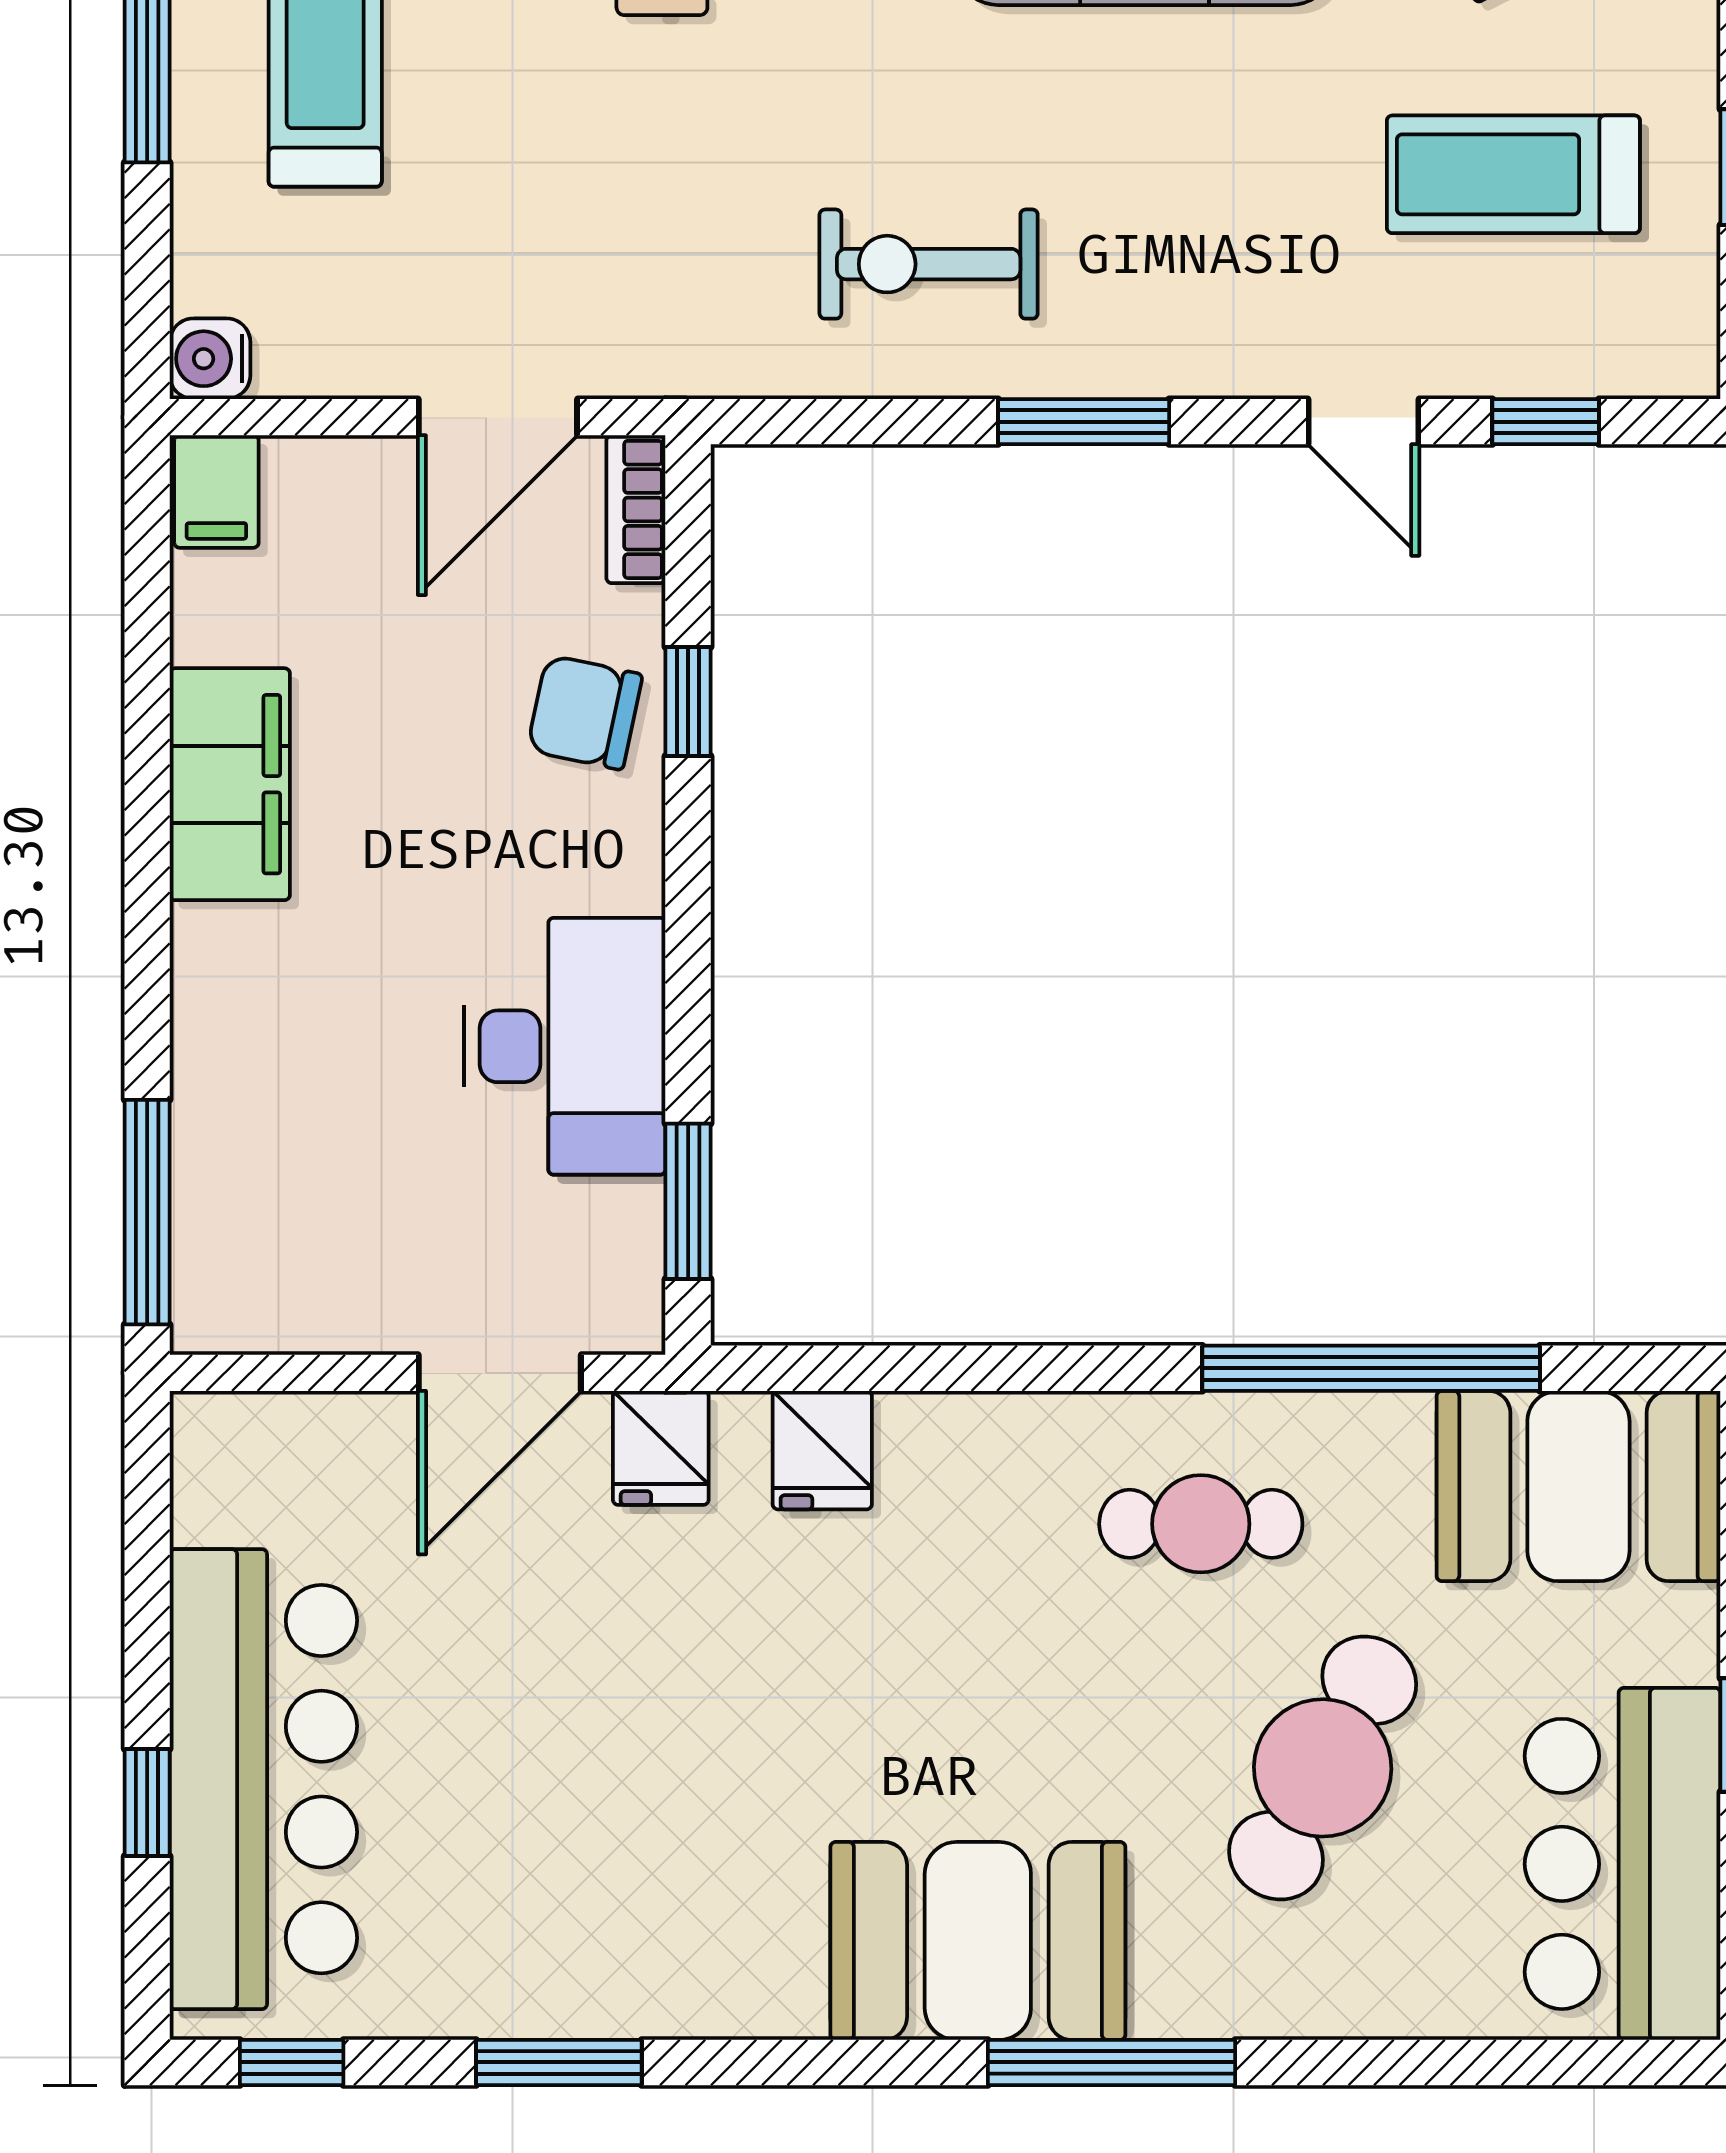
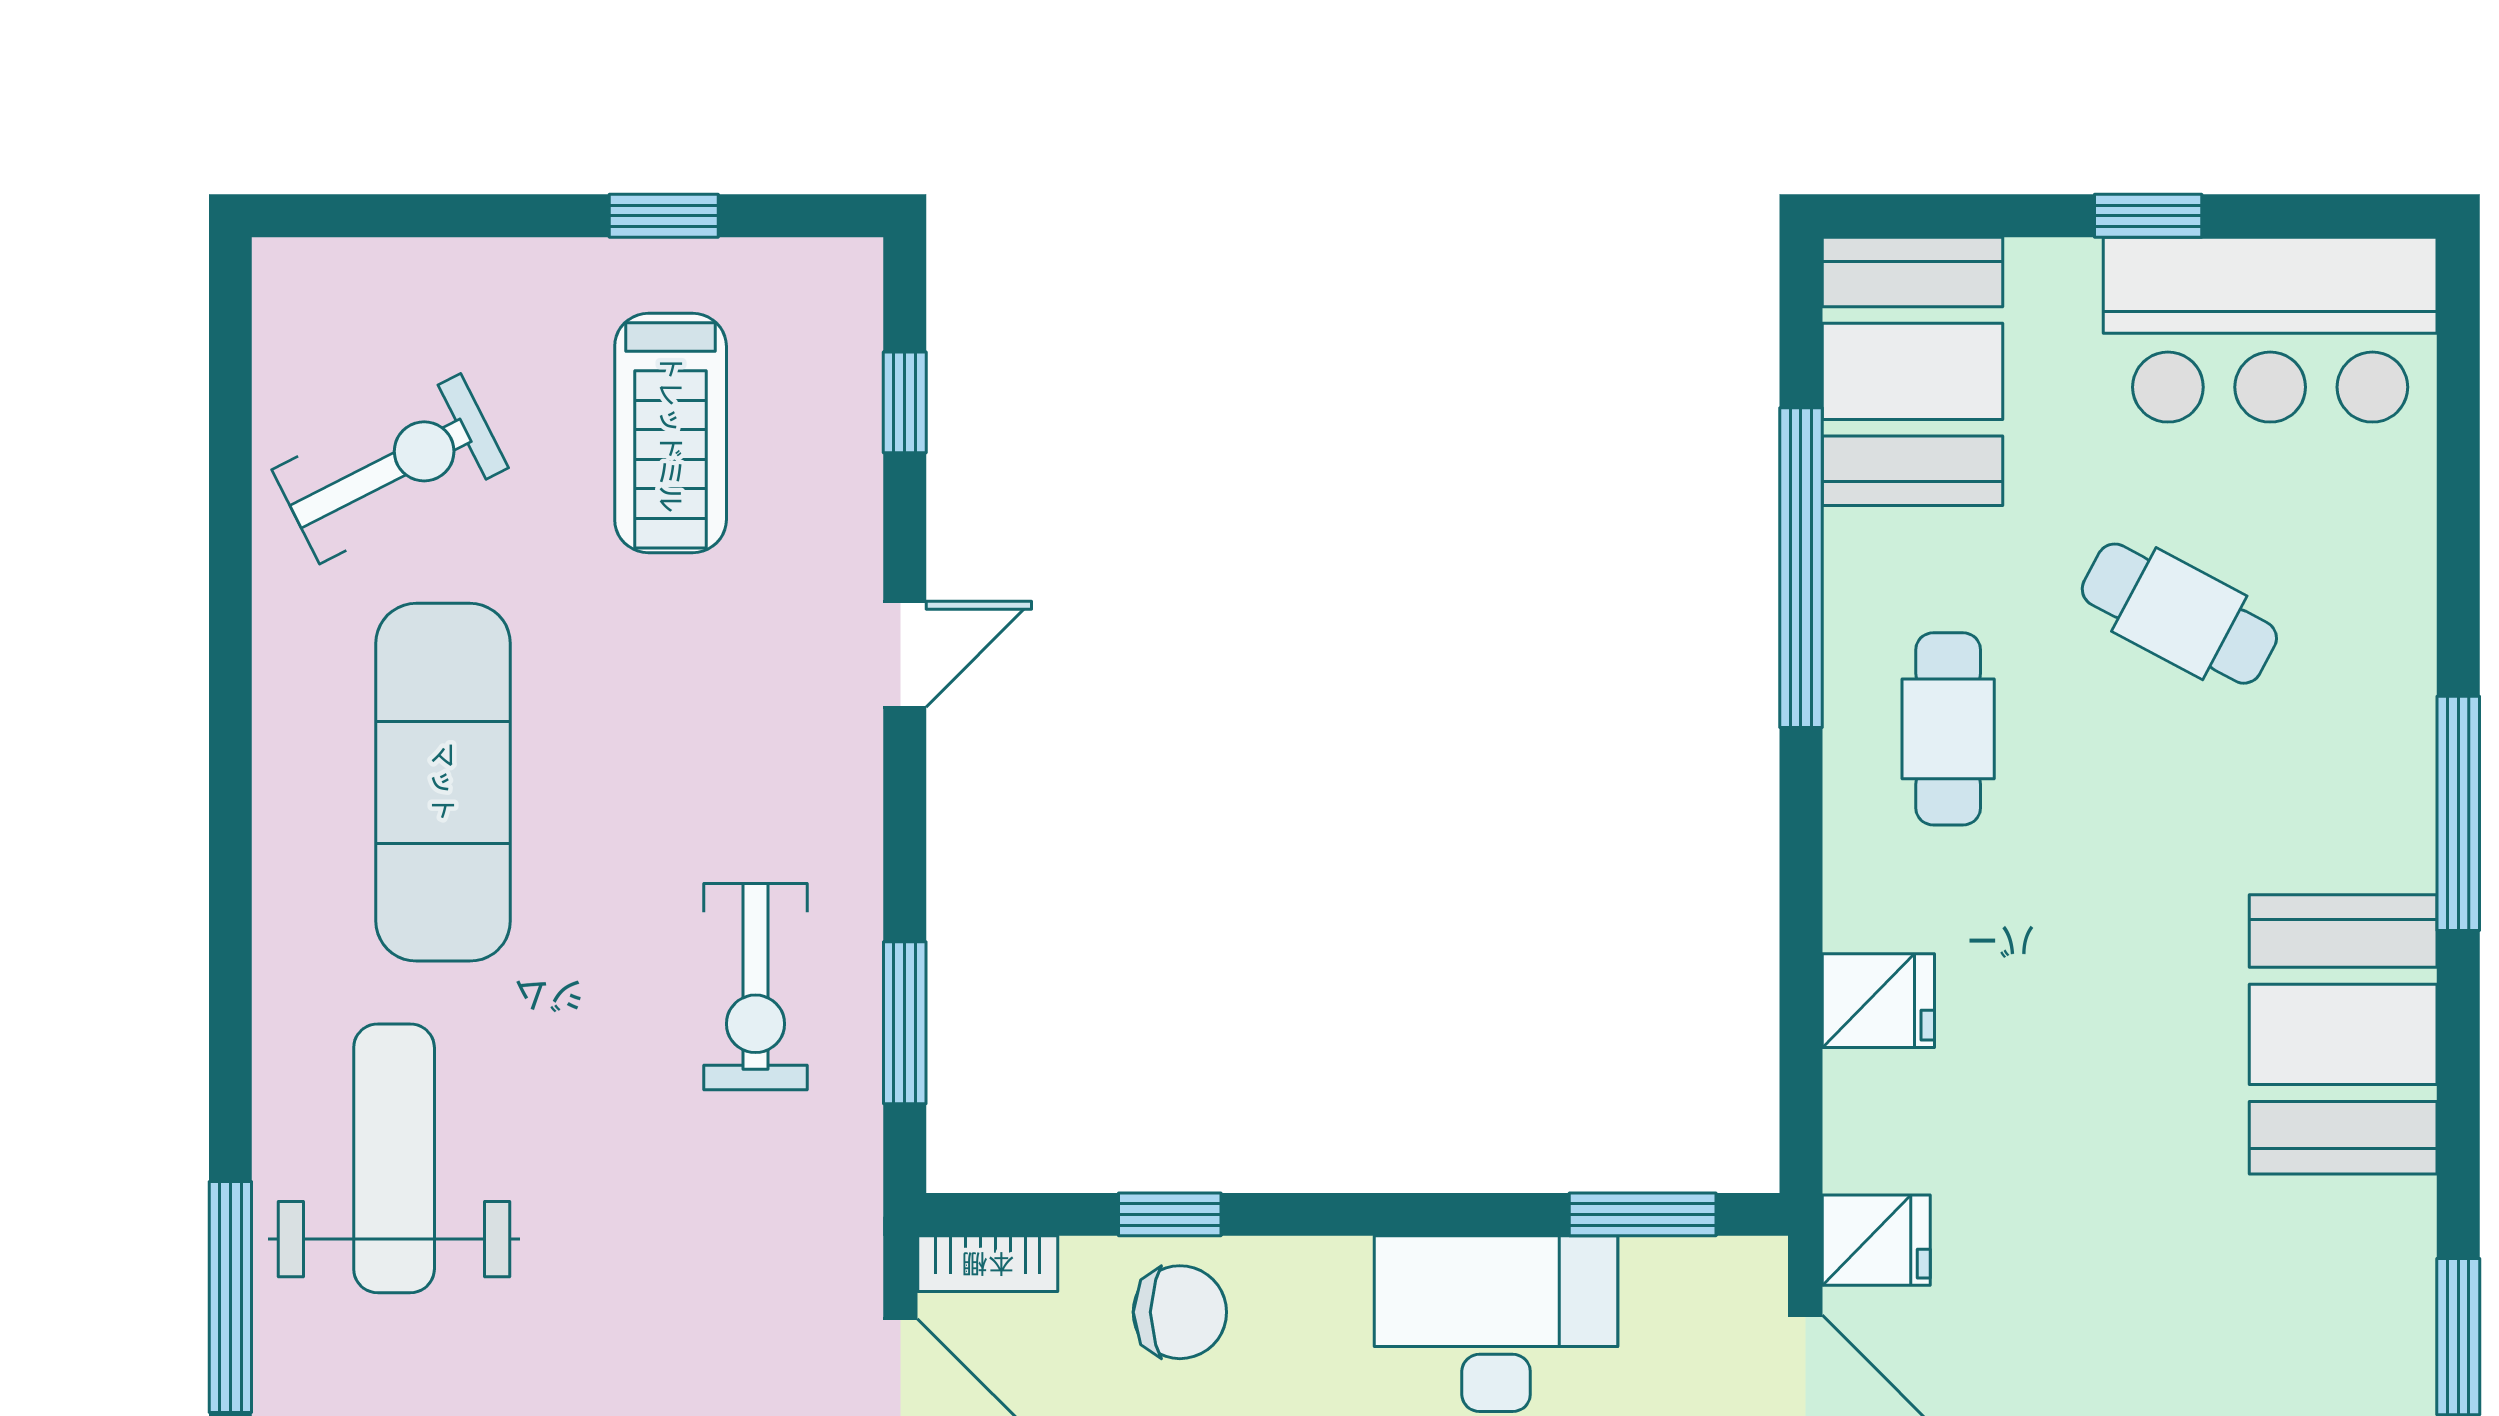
window: (1084, 422) -> (905, 1023), moved
door: (1363, 422) -> (905, 654), moved
chair: (585, 712) -> (1180, 1312), turned -102
fridge: (822, 1450) -> (1878, 1001), moved
cafe table: (1323, 1768) -> (2179, 614), width x0.73, depth x0.74
booth: (978, 1941) -> (2343, 1034), moved

